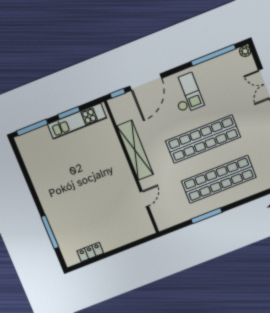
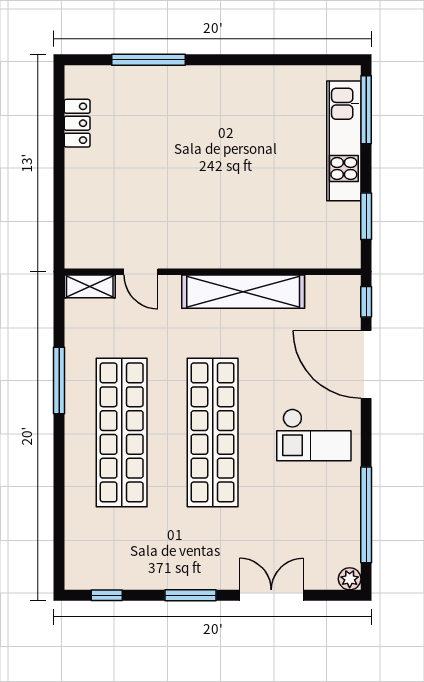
window: (69, 113) -> (366, 216), moved
kitchen unit: (77, 121) -> (344, 141), moved
shelving: (160, 219) -> (90, 286), added

